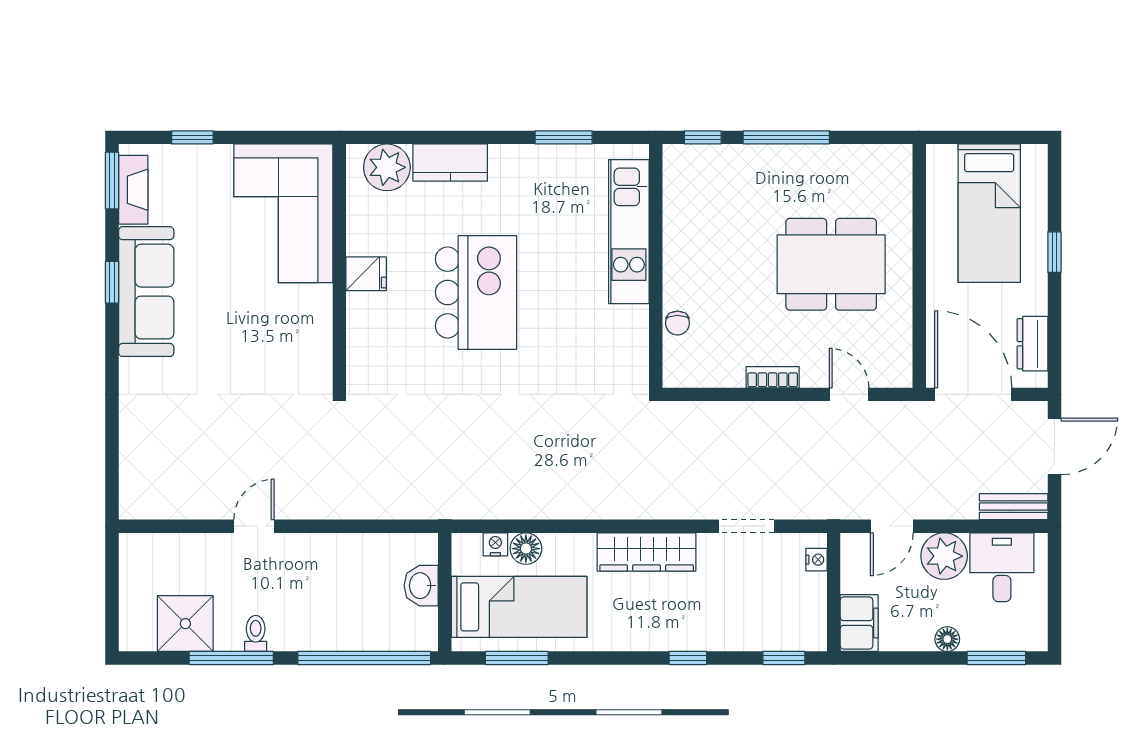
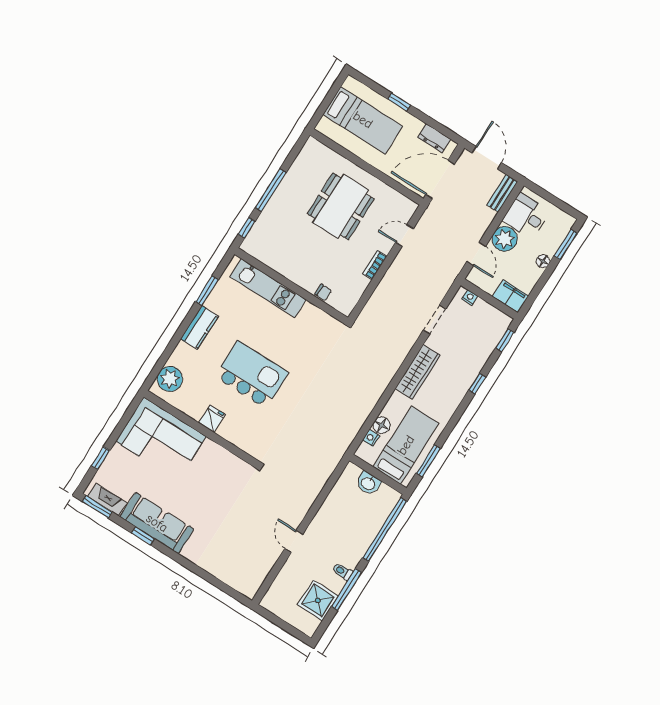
kitchen counter: (450, 163) -> (199, 328), moved

